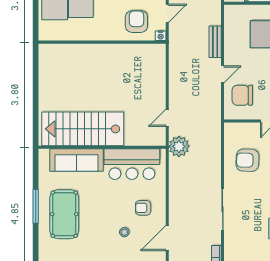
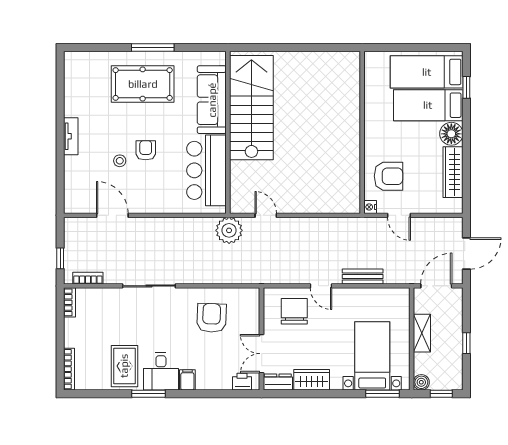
armchair: (143, 208) -> (146, 150), moved

